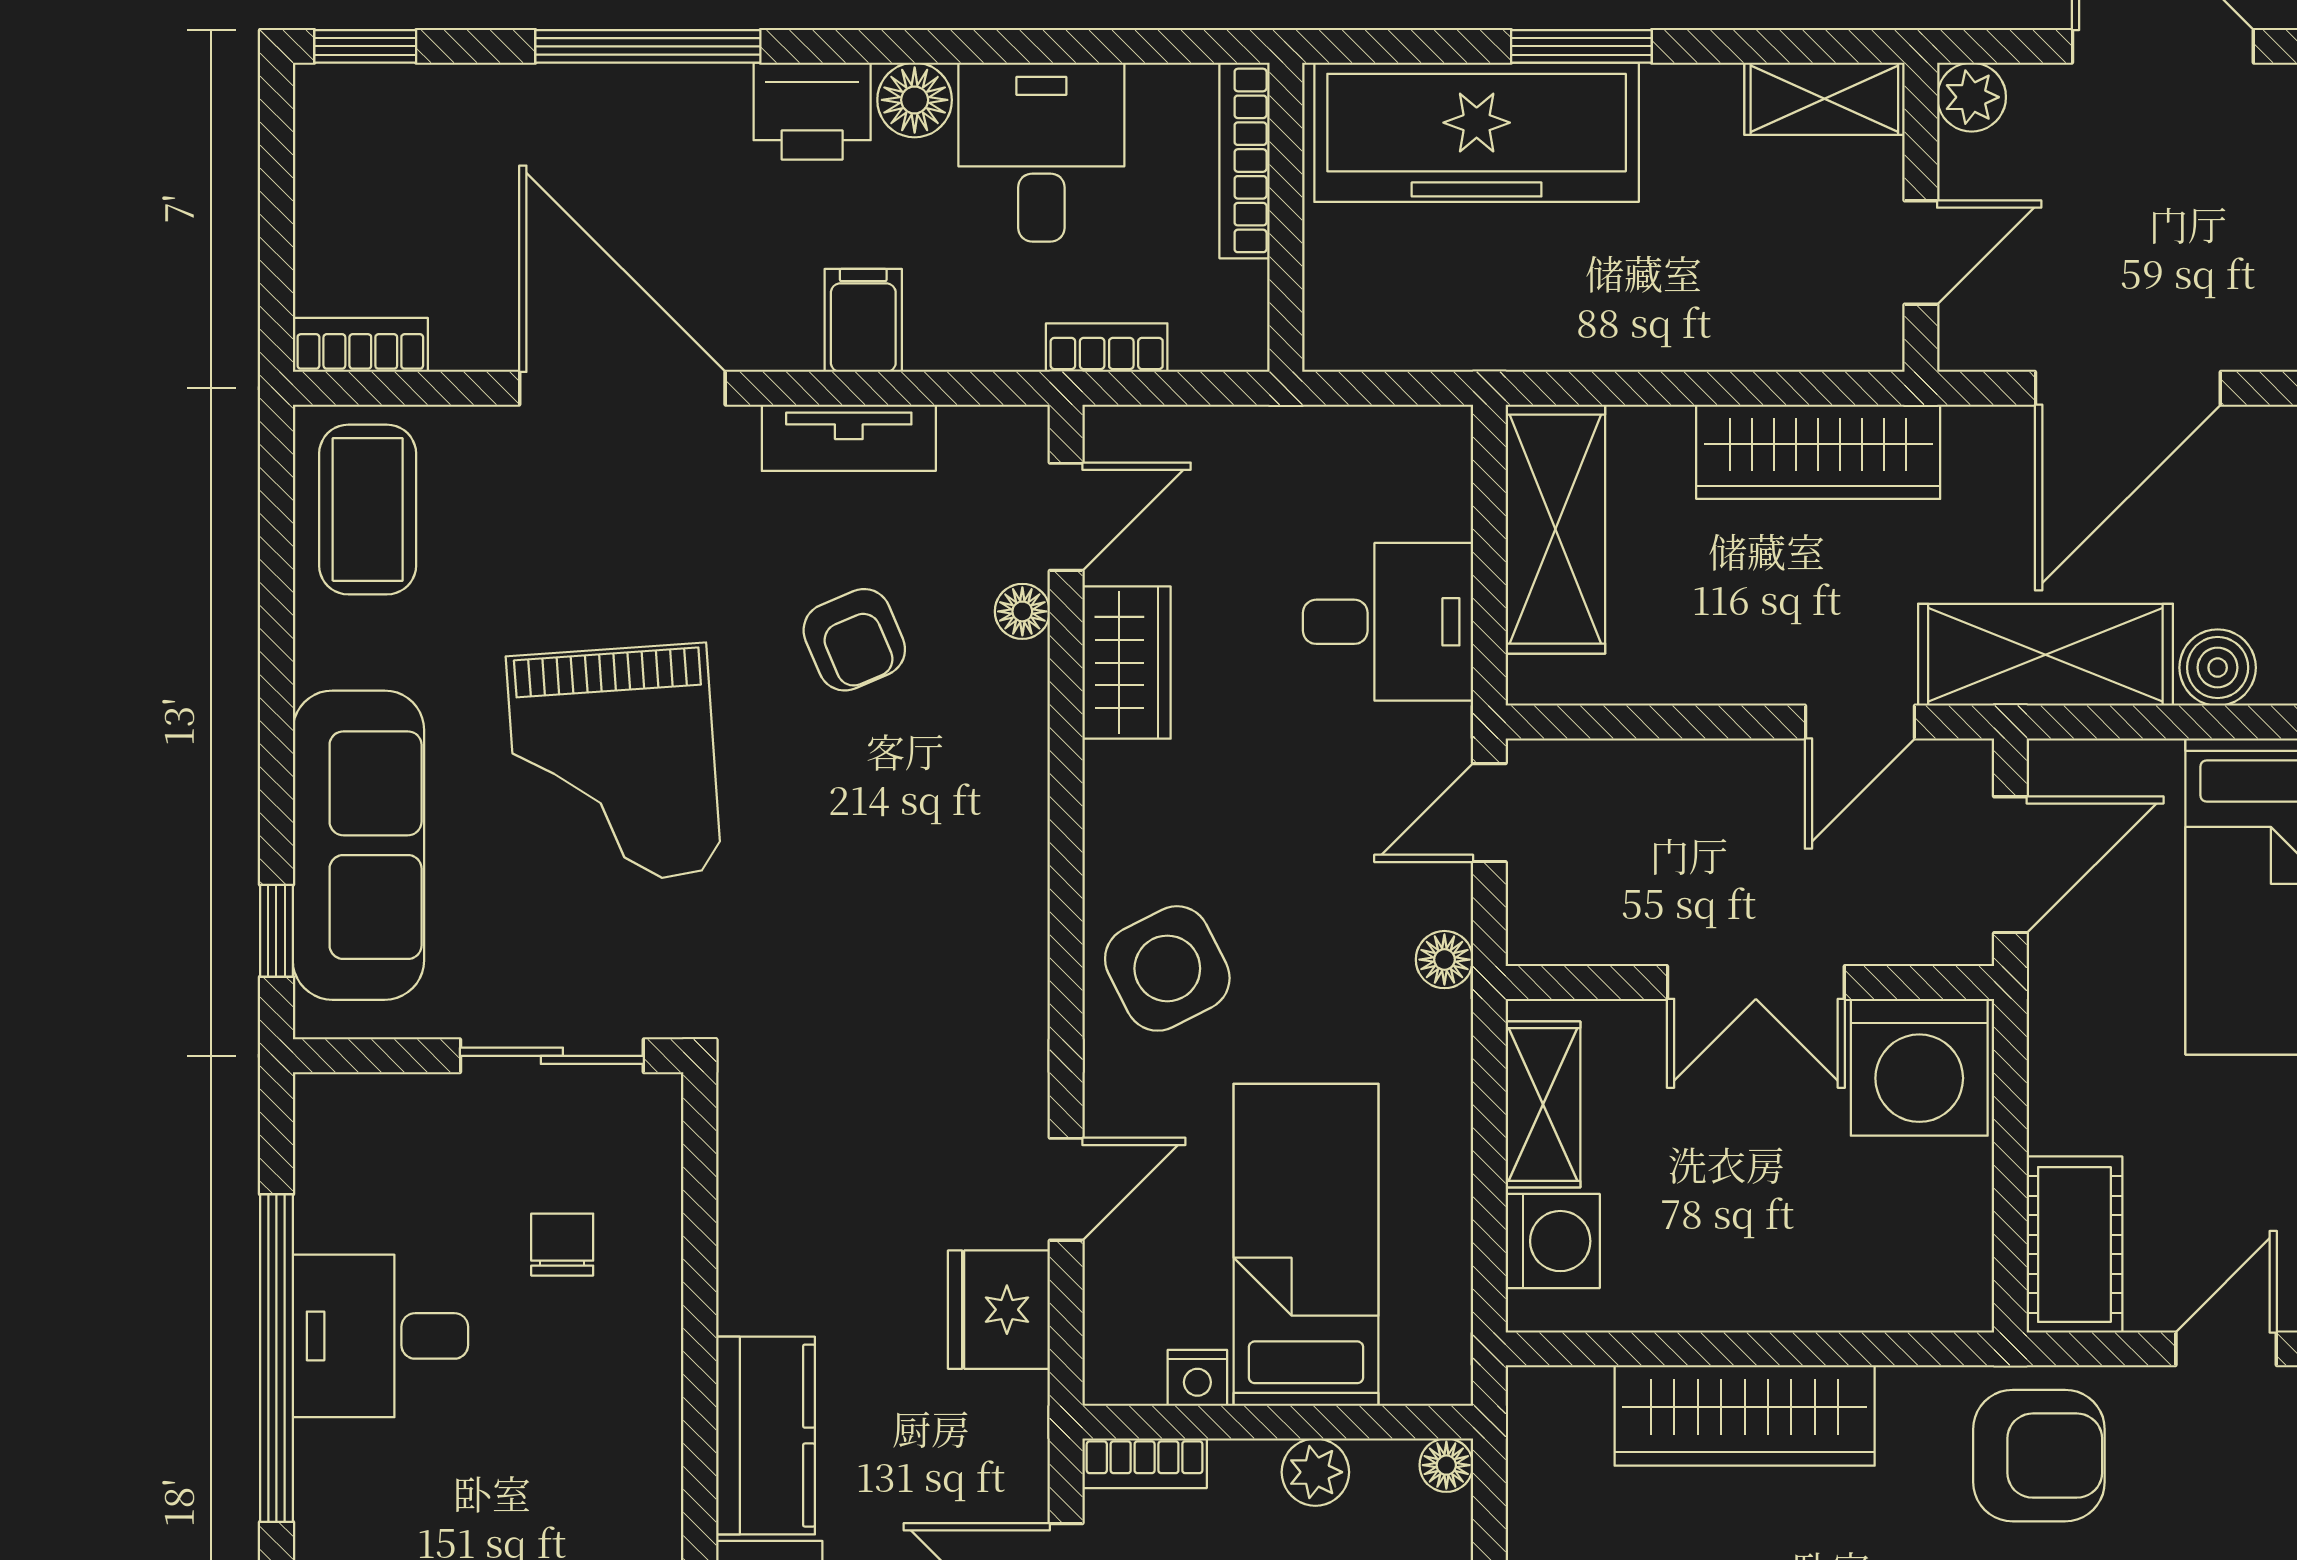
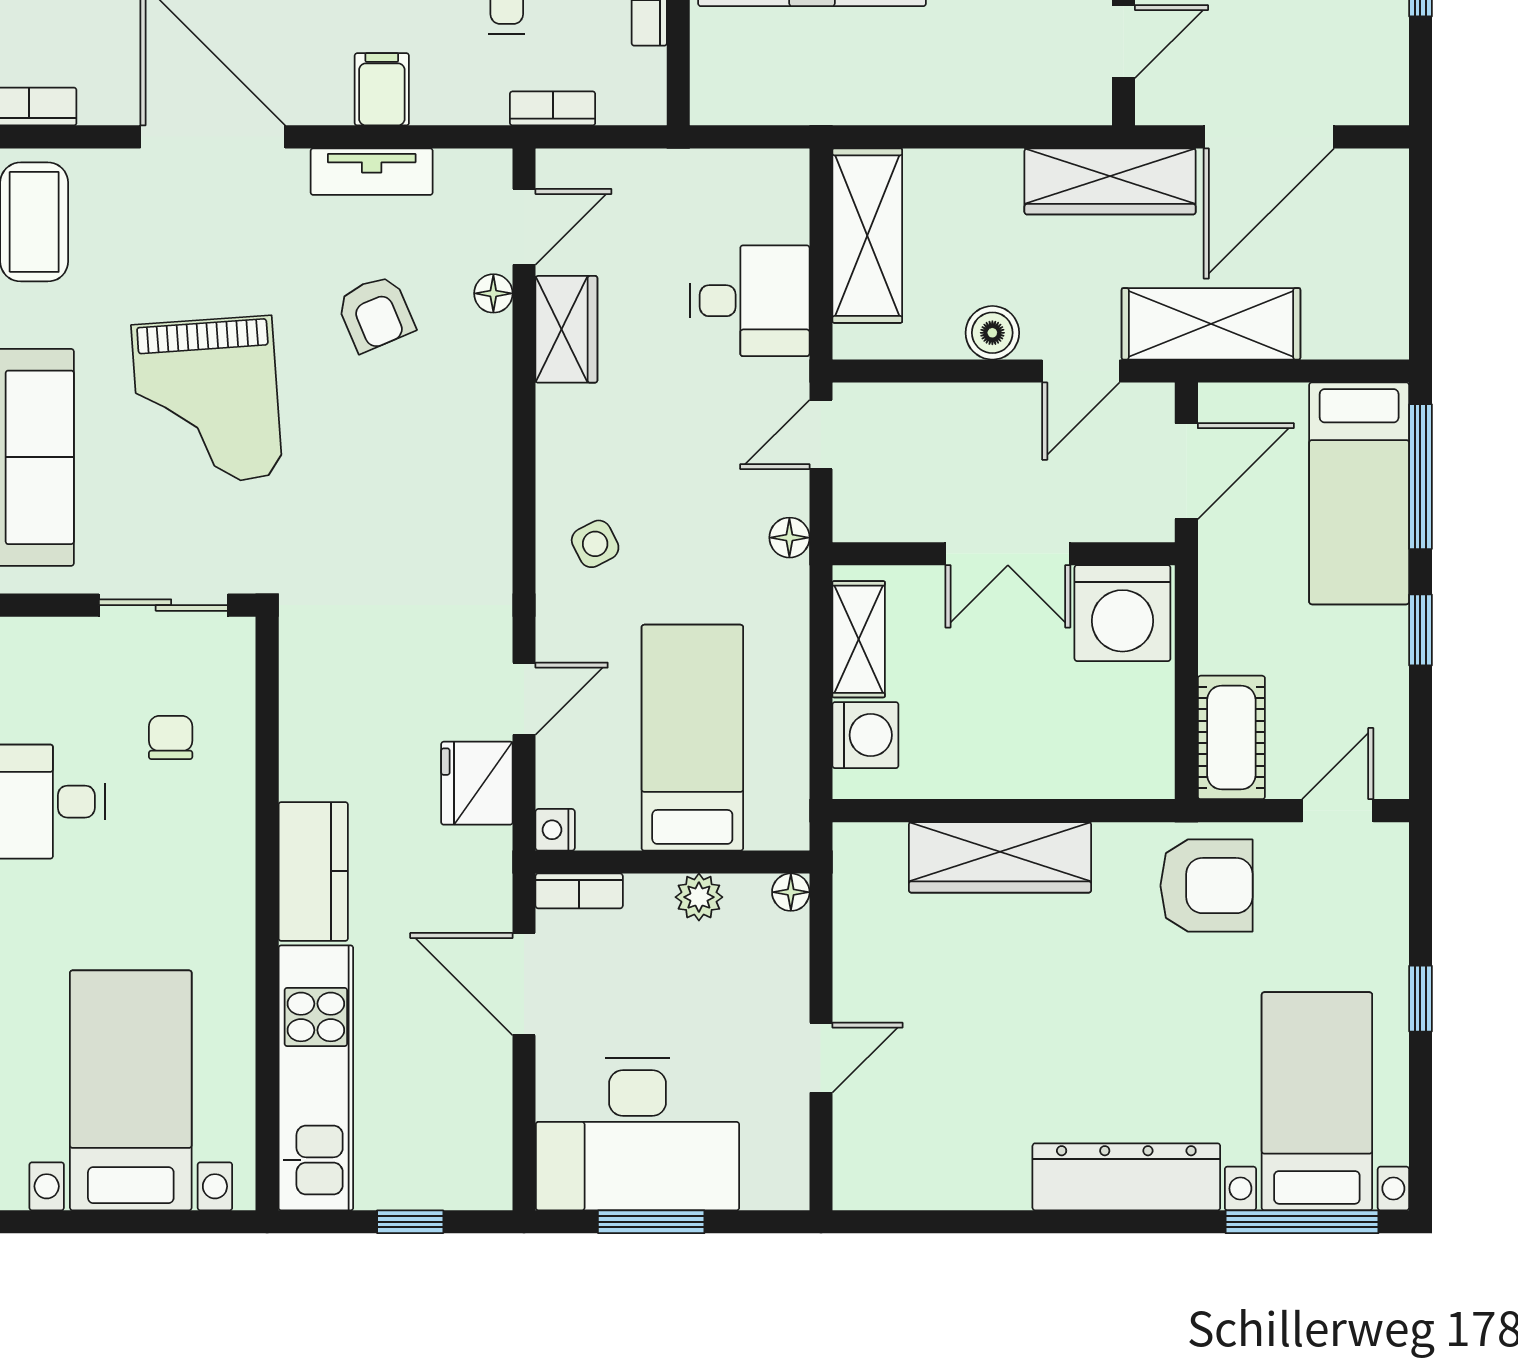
wardrobe: (1818, 452) -> (1110, 181), moved
boiler: (2218, 668) -> (992, 333), moved
side table: (1167, 968) -> (595, 544), width x0.54, depth x0.54
nightstand: (1197, 1378) -> (555, 830), moved, turned 90

